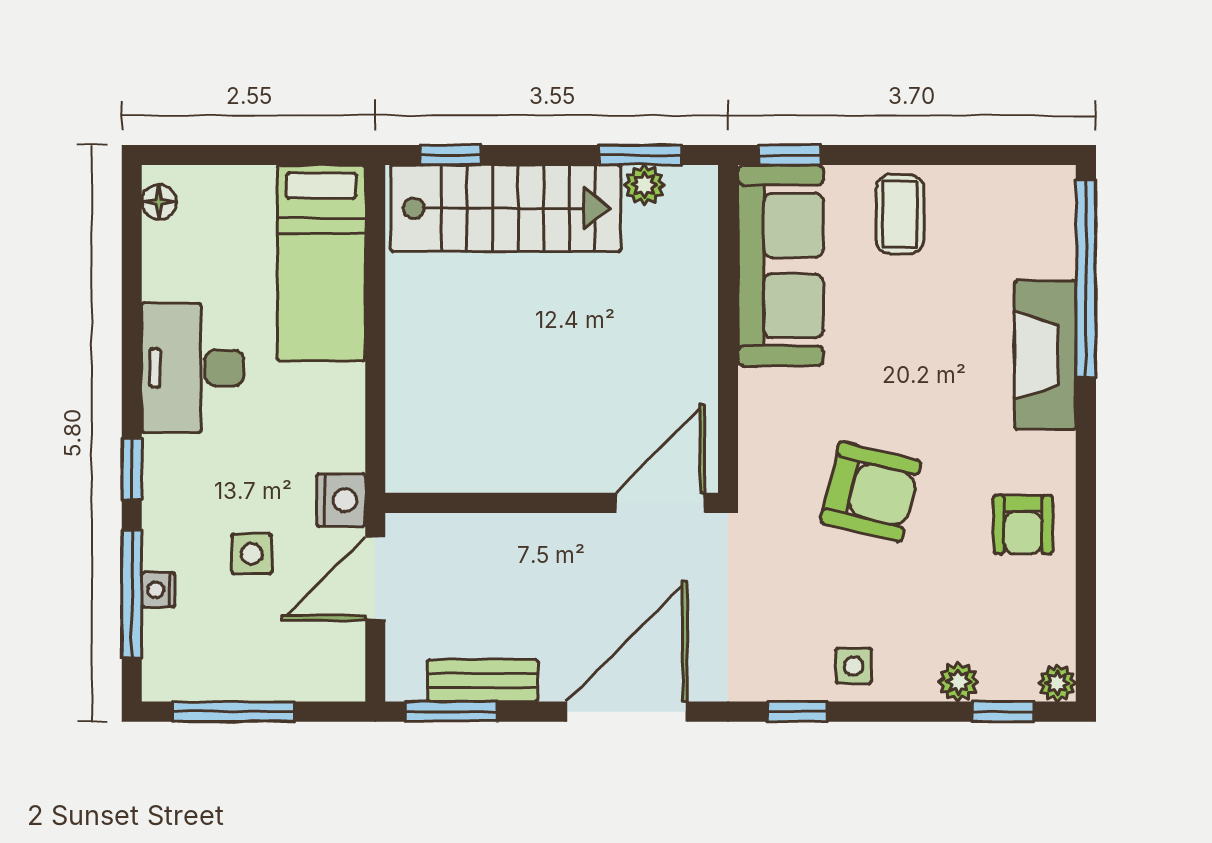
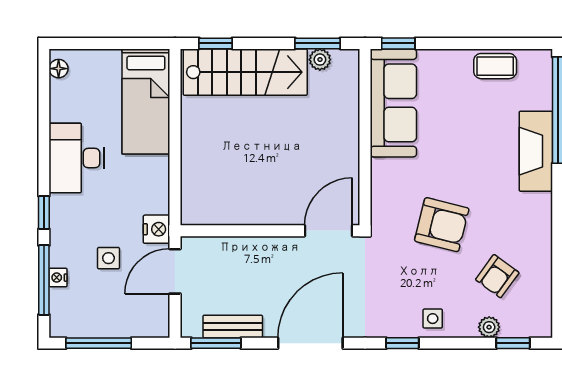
coffee table: (900, 214) -> (495, 66), moved, turned 90
armchair: (1023, 524) -> (497, 276), moved, turned 36
plant: (1057, 683) -> (542, 328), removed

